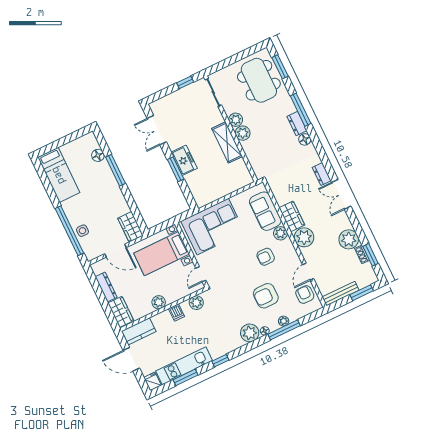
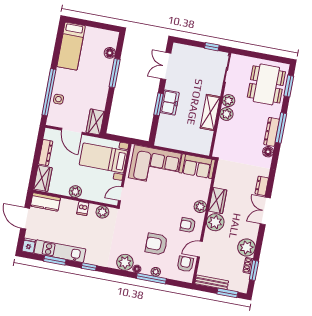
dresser: (297, 124) -> (272, 132), width x1.44
sofa: (265, 211) -> (197, 166), moved, turned -90
armchair: (266, 257) -> (188, 225), moved

